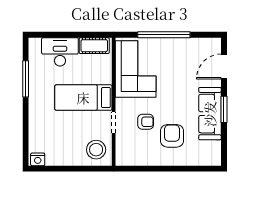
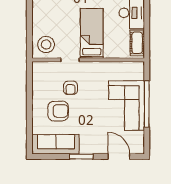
corner sofa: (136, 69) -> (126, 106), moved, turned 90
sofa: (210, 114) -> (56, 144), moved

